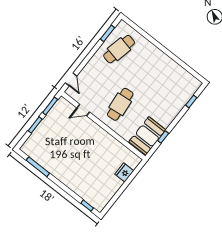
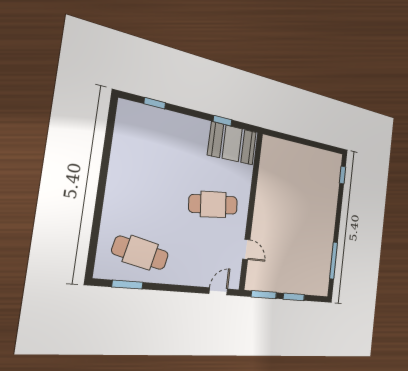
fridge: (124, 172) -> (288, 150), removed

